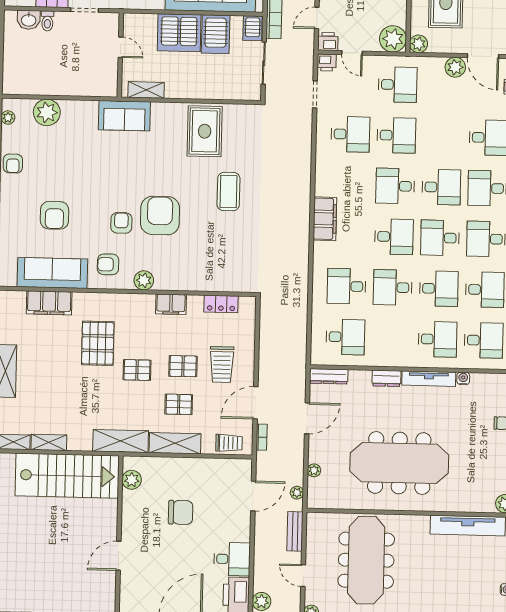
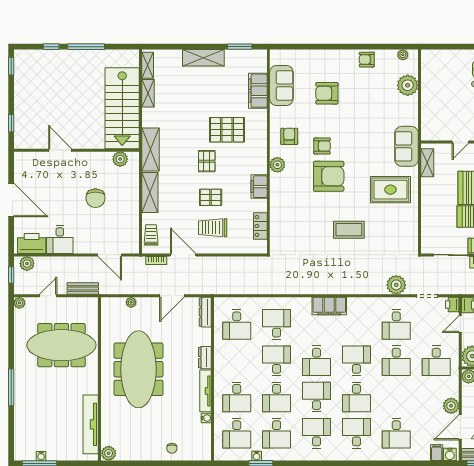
rug: (205, 131) -> (390, 190), moved
sofa: (52, 273) -> (281, 85), width x0.73
pallet: (183, 366) -> (211, 197), turned 90
pallet: (179, 404) -> (180, 195), removed
door: (307, 418) -> (172, 296), hinge flipped
trolley: (229, 443) -> (151, 235), turned 180
plant: (297, 493) -> (396, 285), moved, width x1.87, depth x1.87

